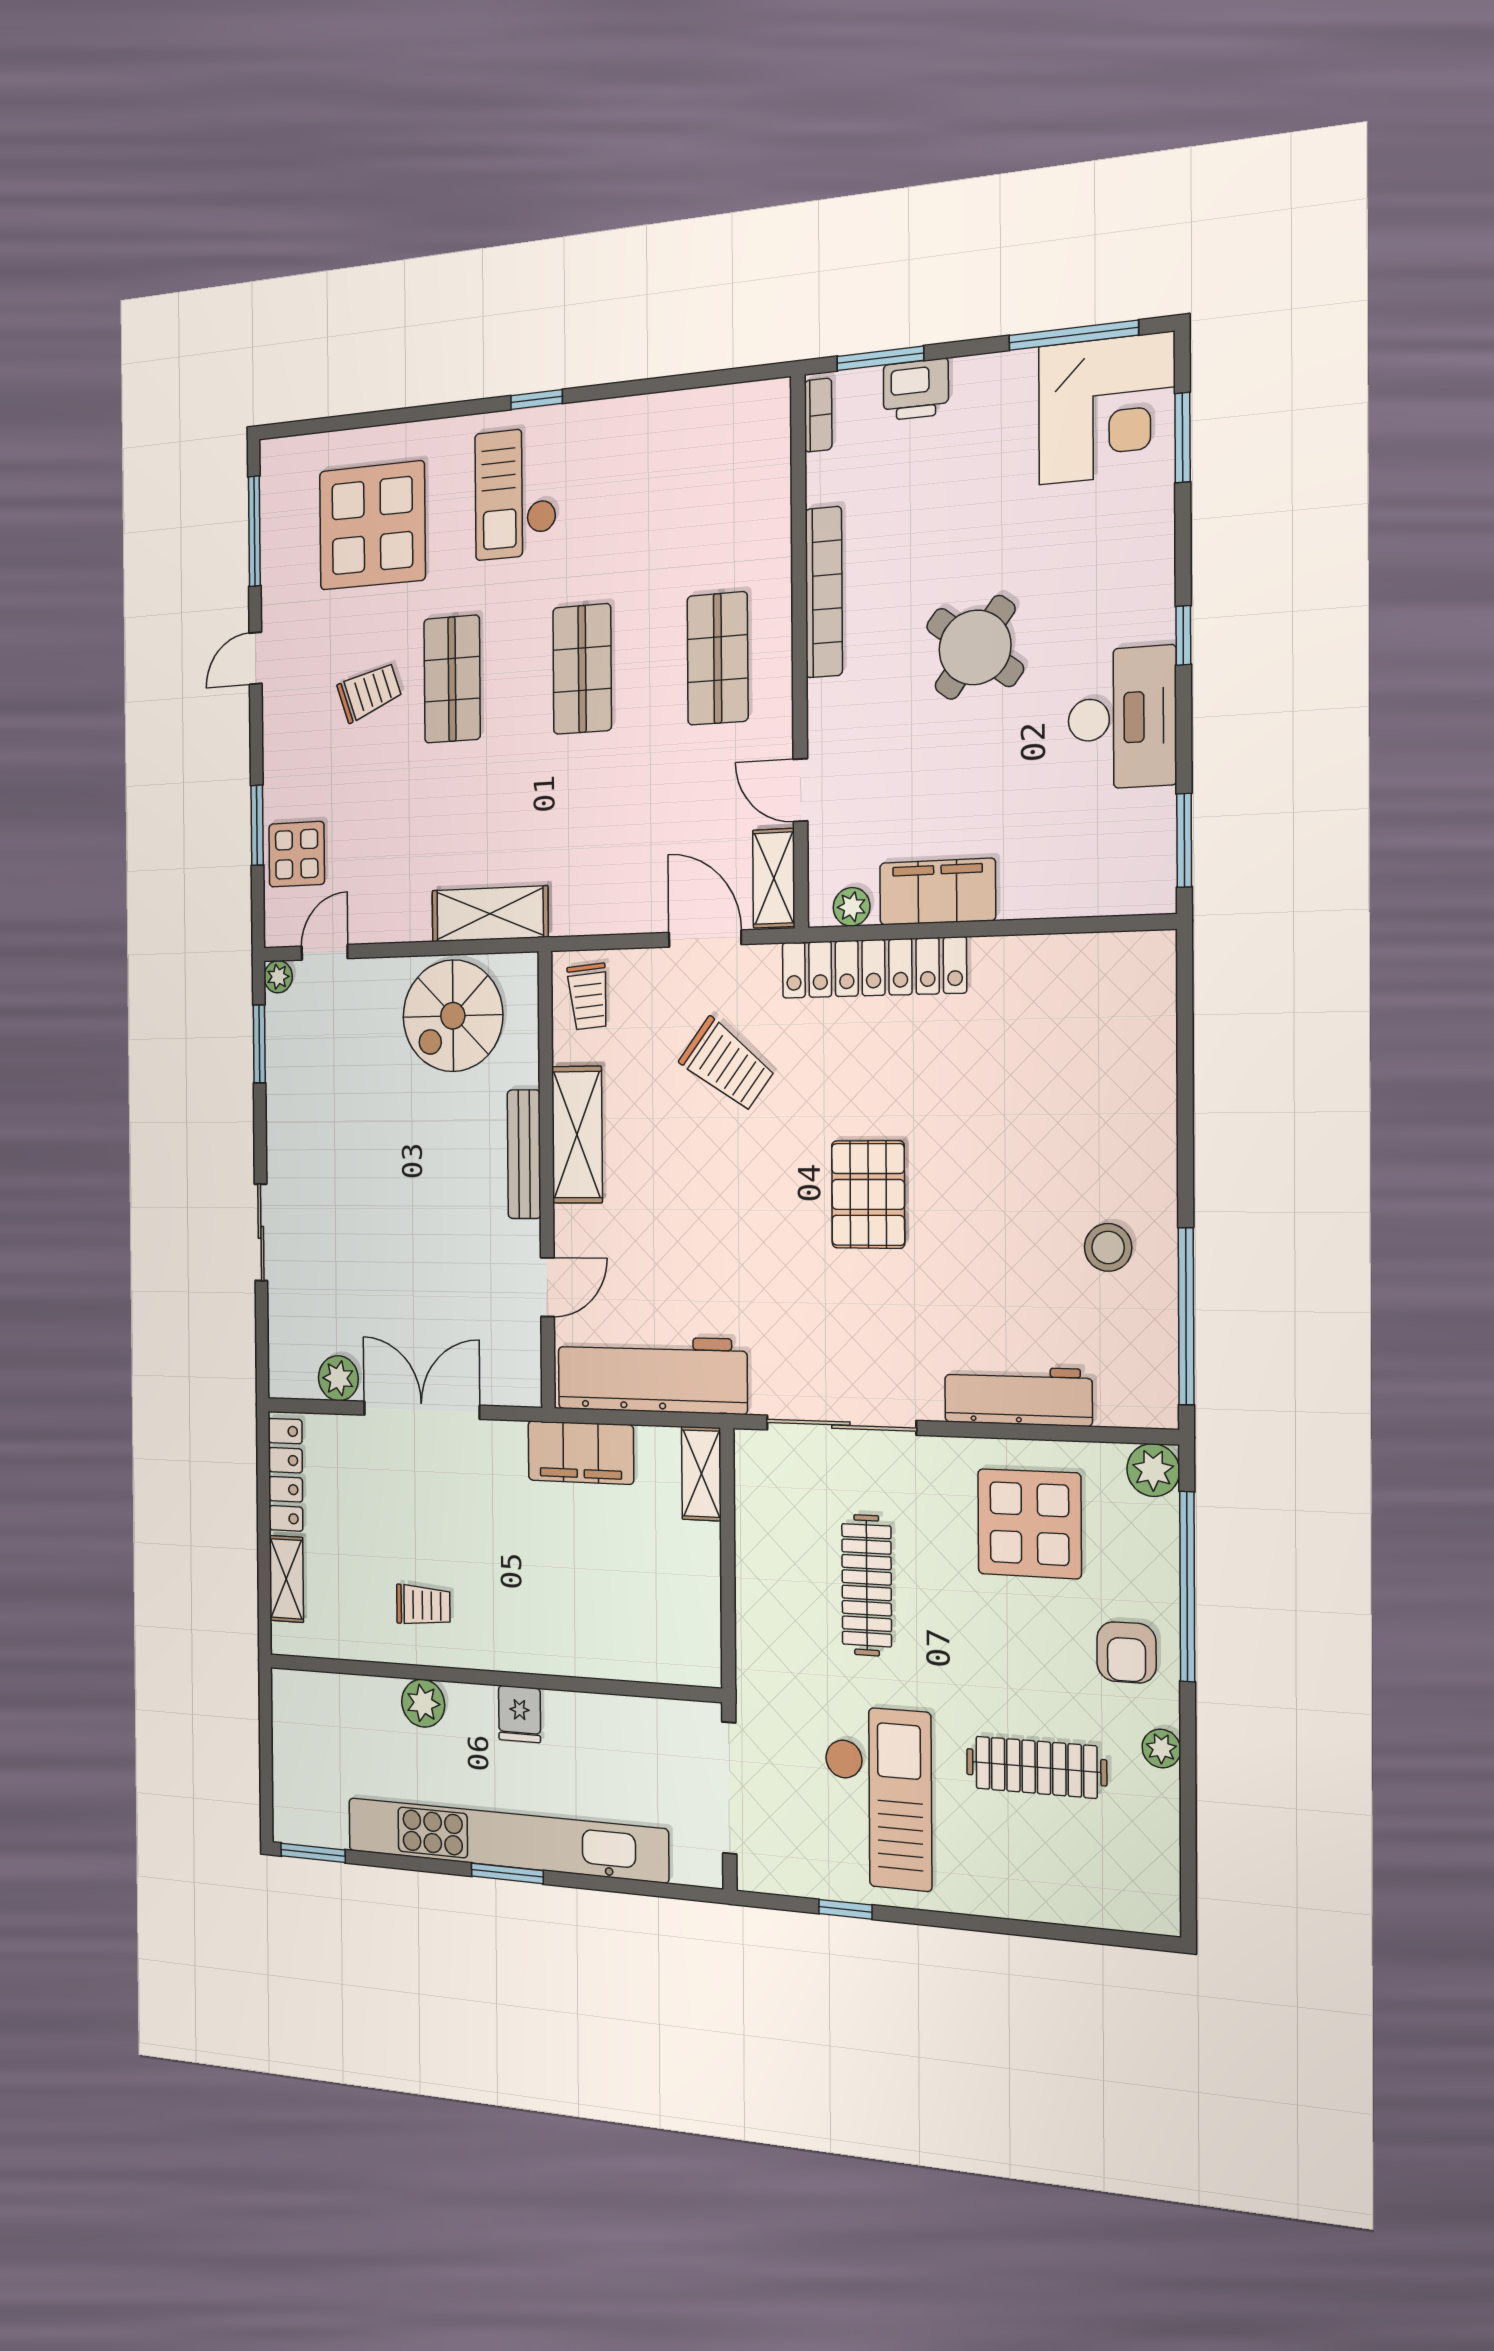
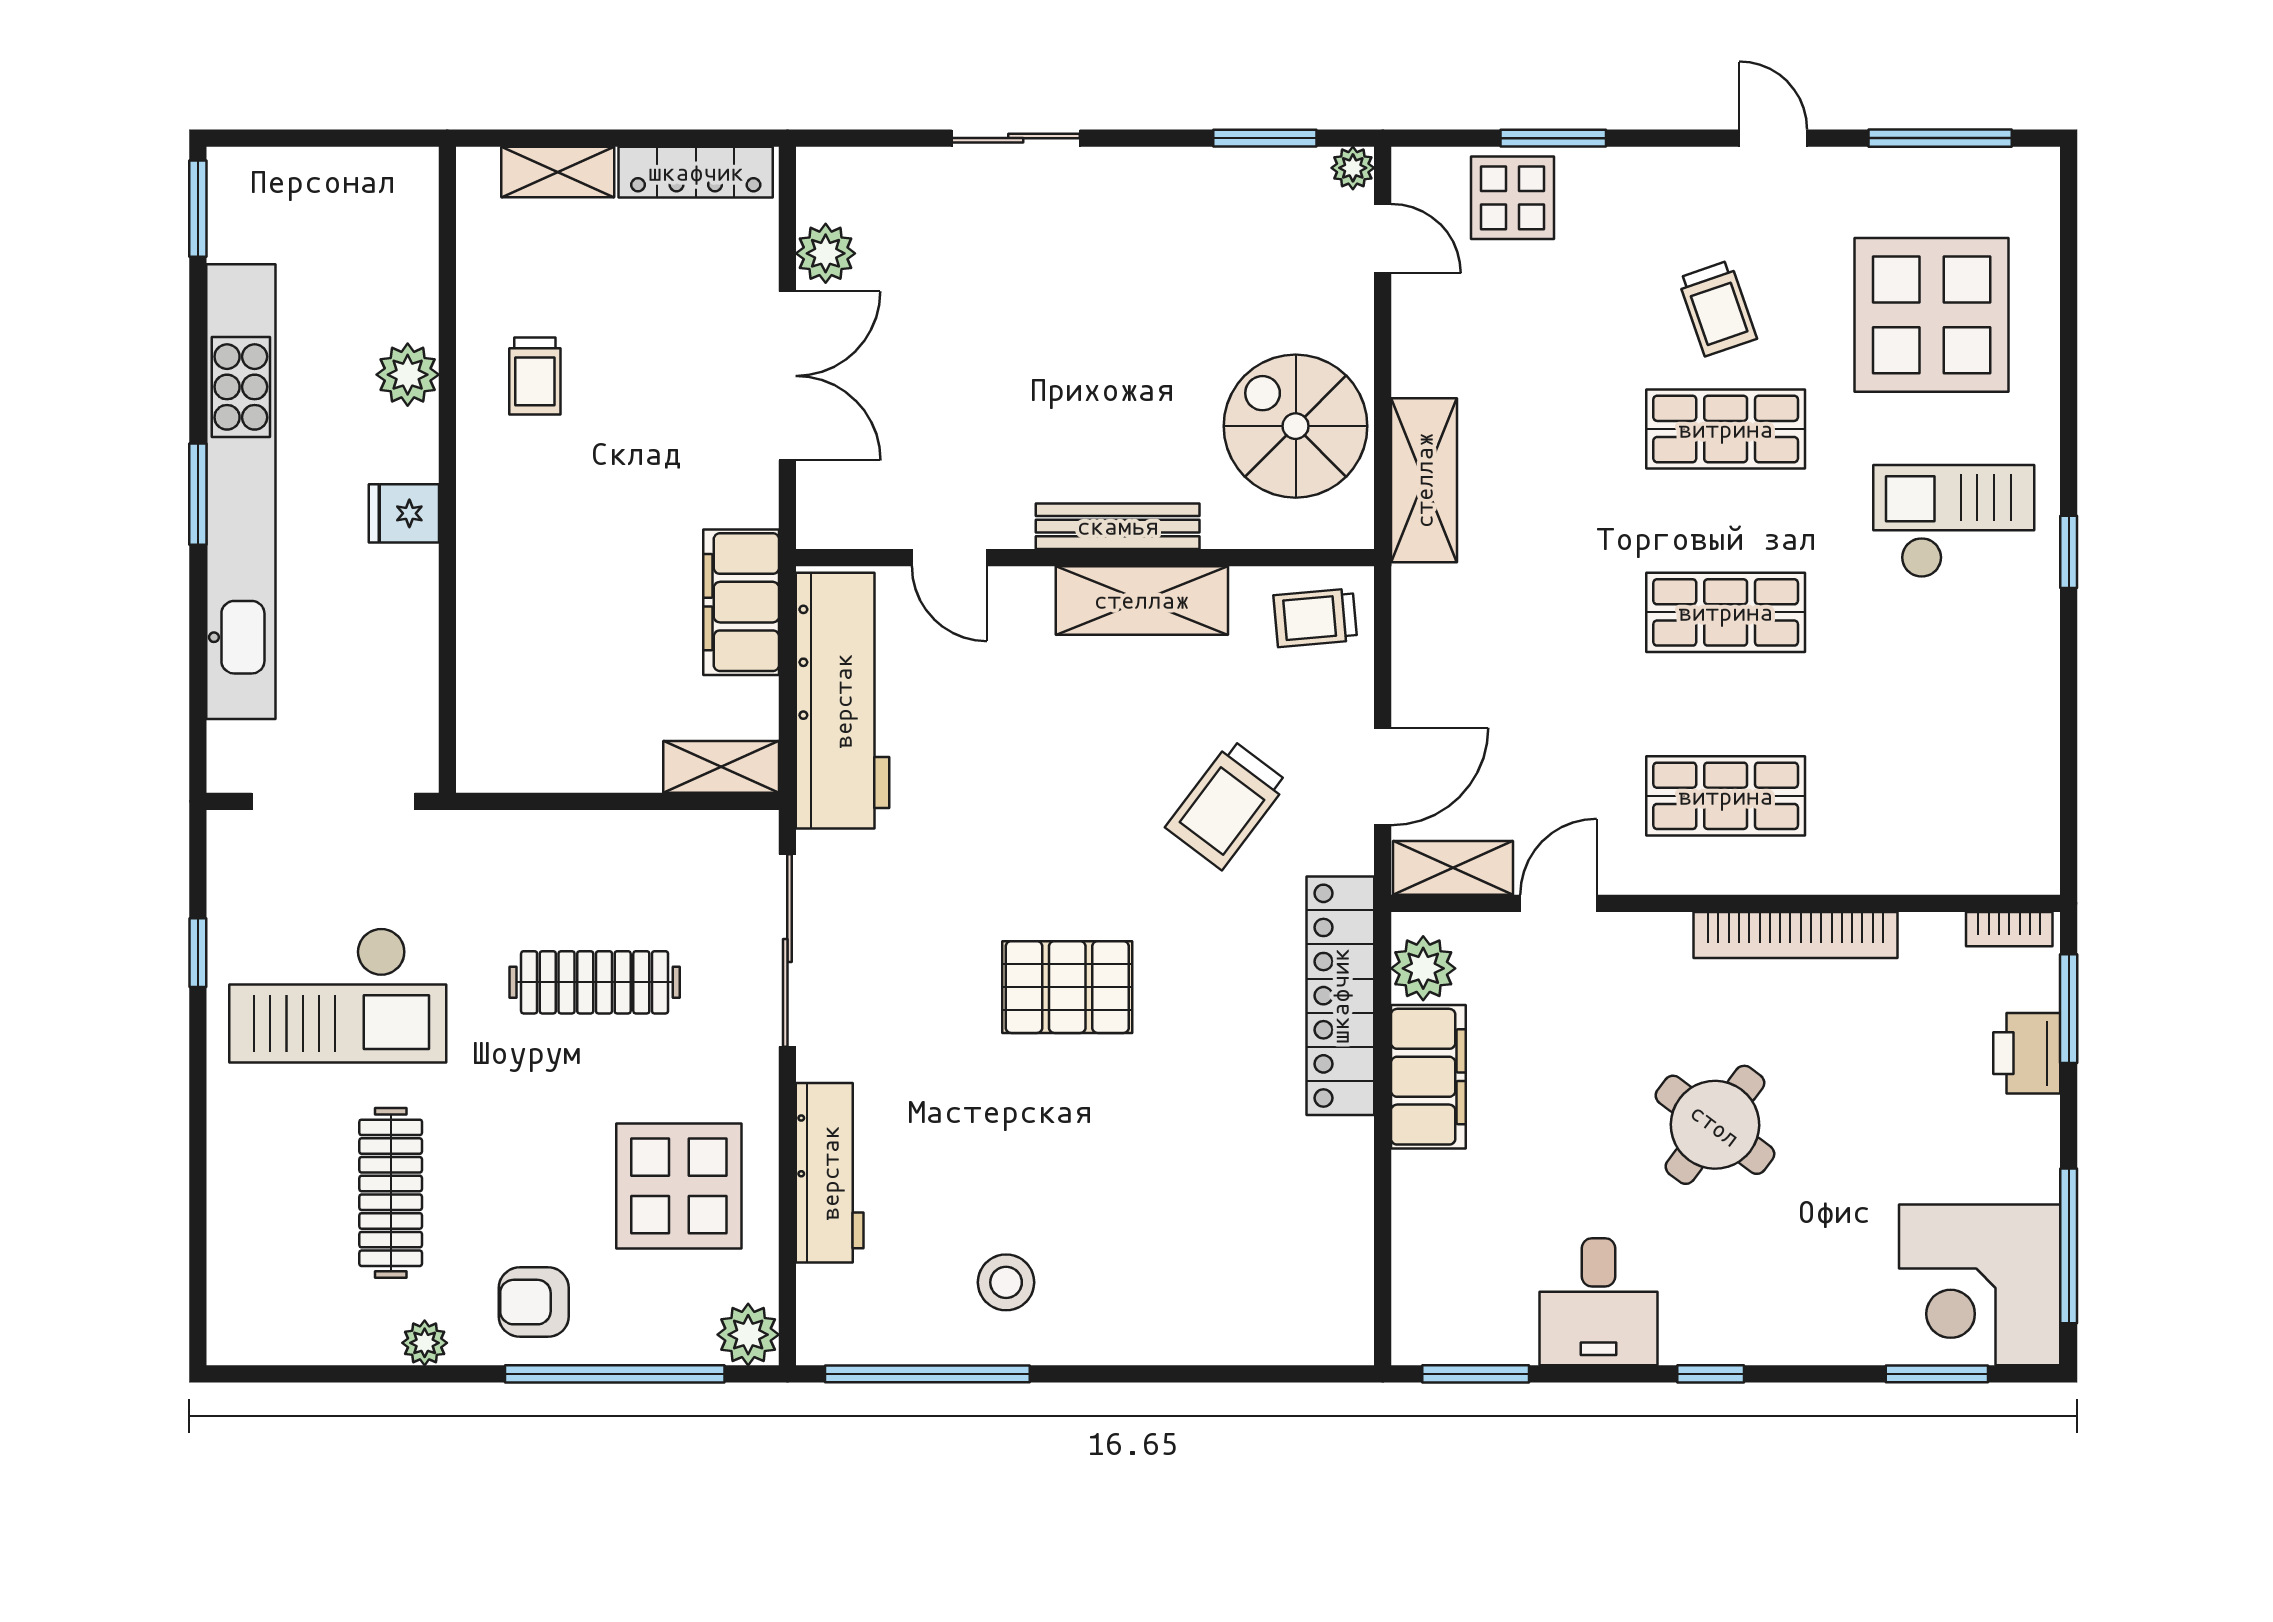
desk: (1122, 718) -> (1598, 1302), width x0.73
plant: (852, 907) -> (1423, 968), width x1.38, depth x1.38

